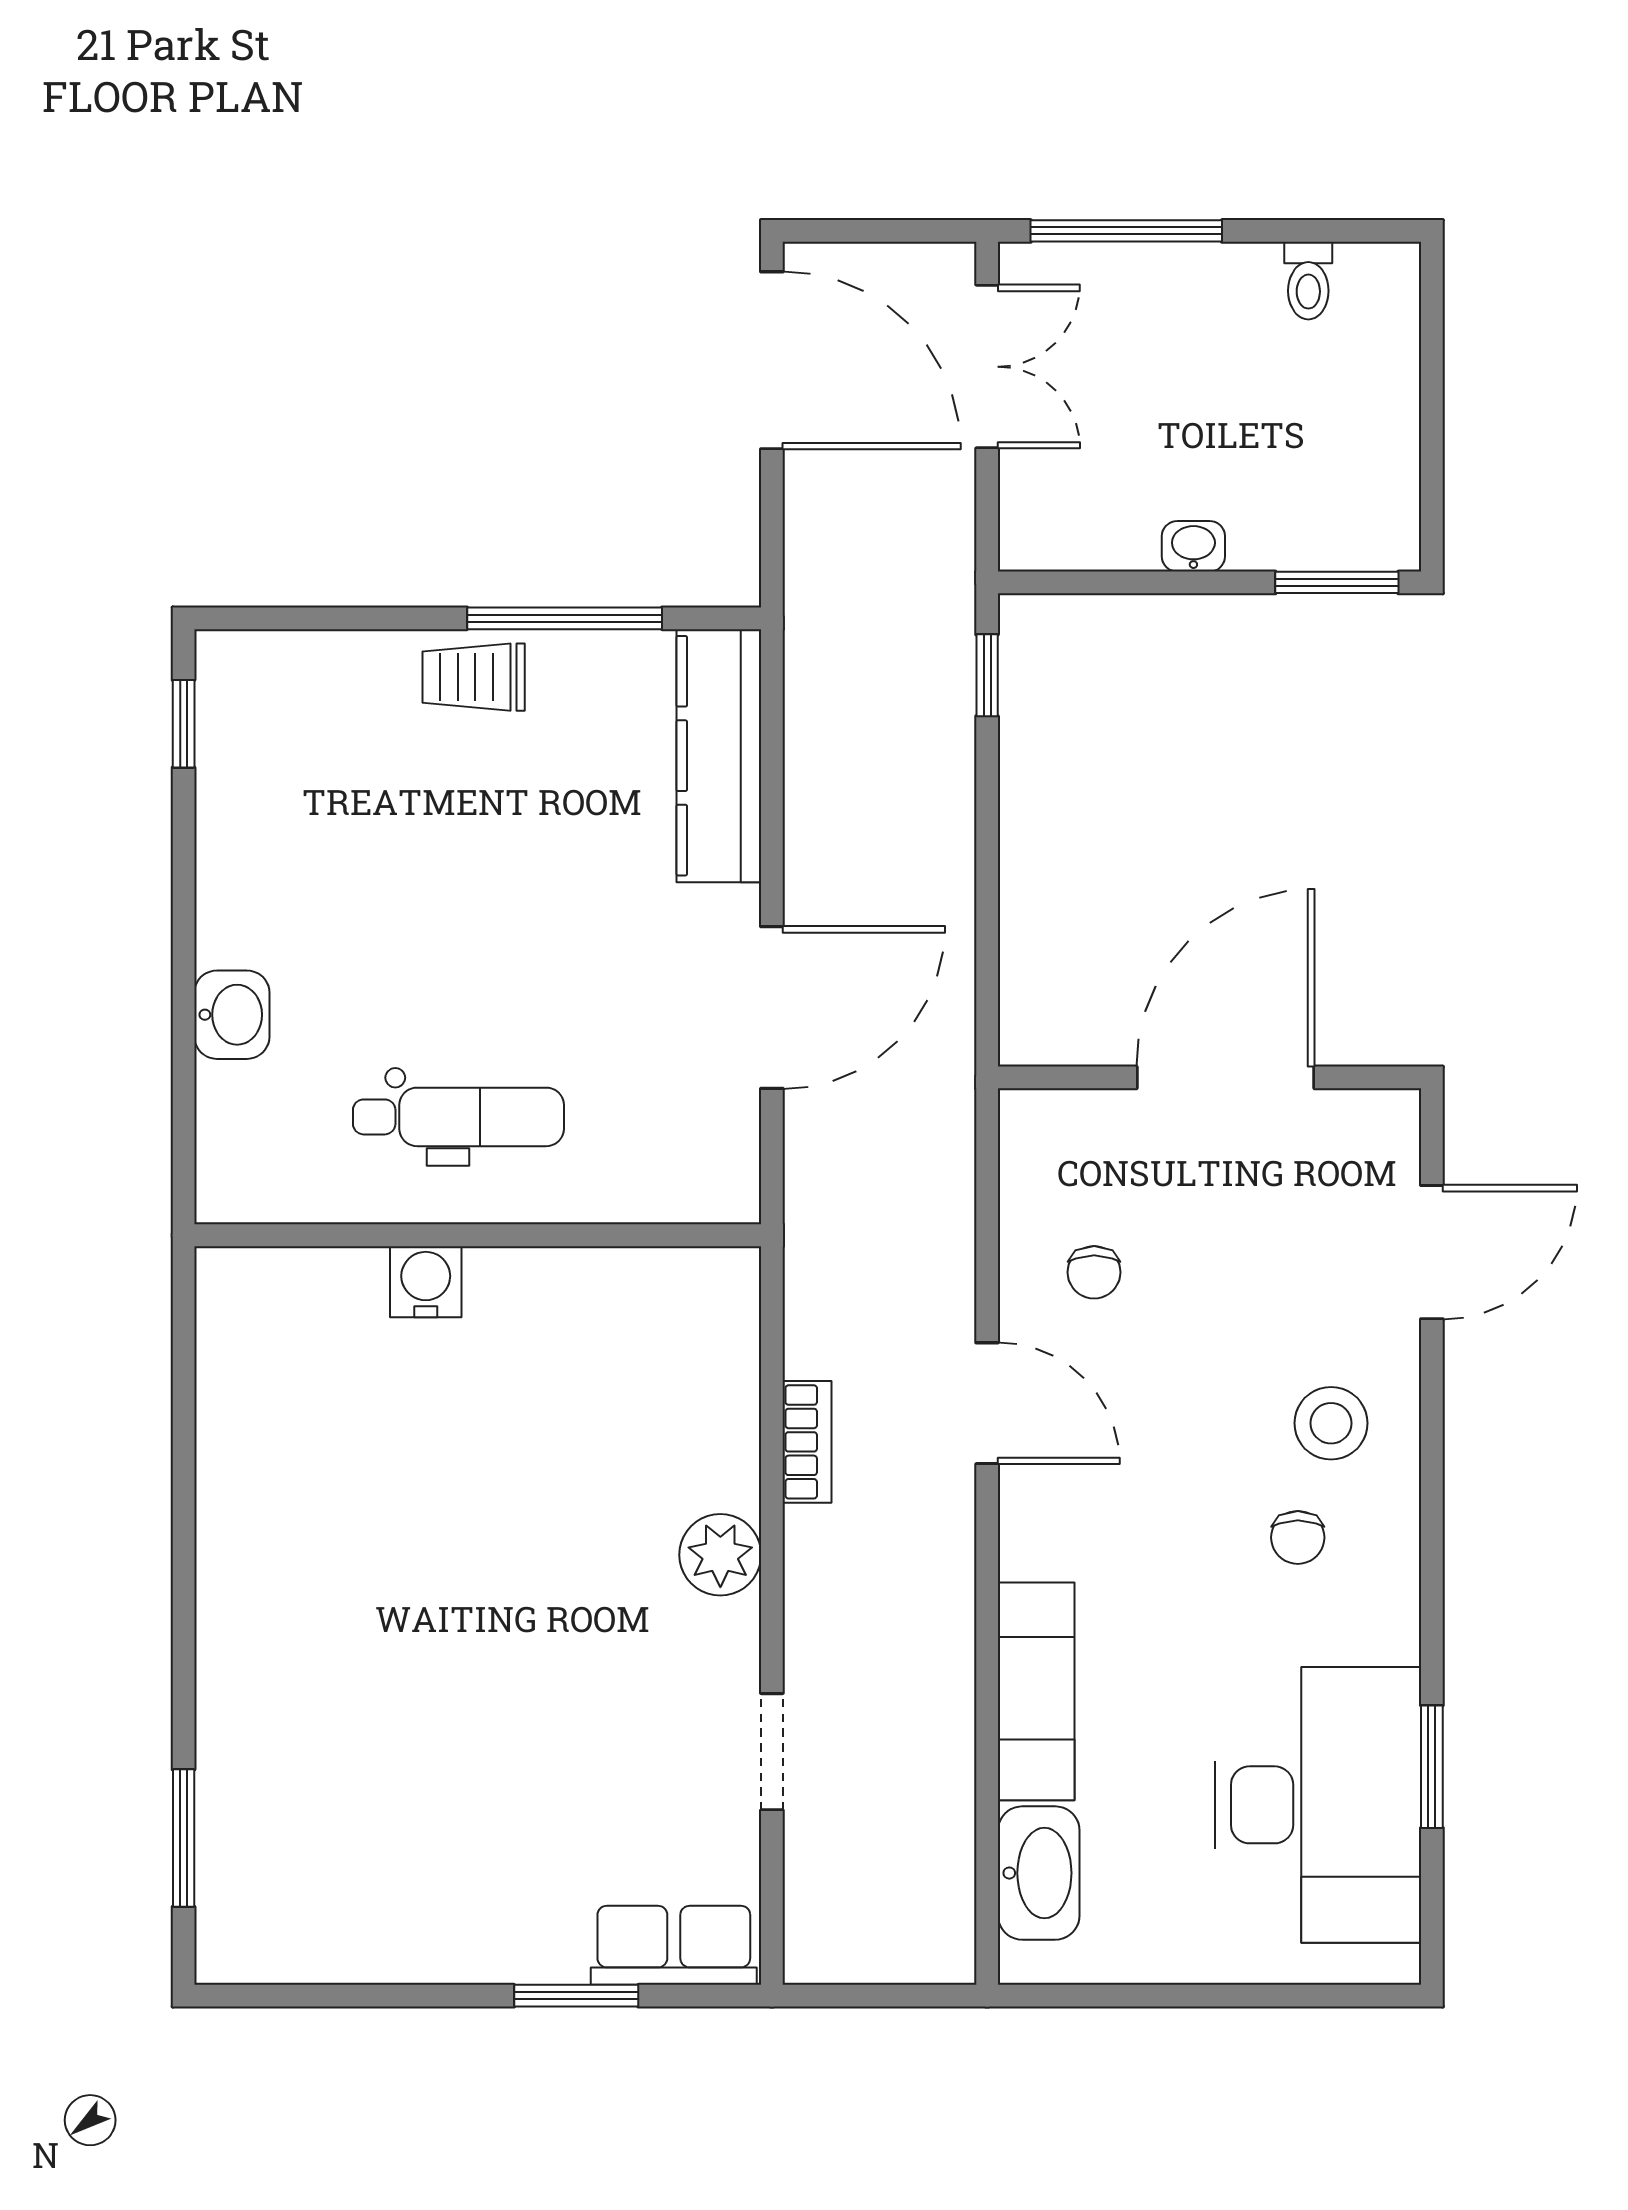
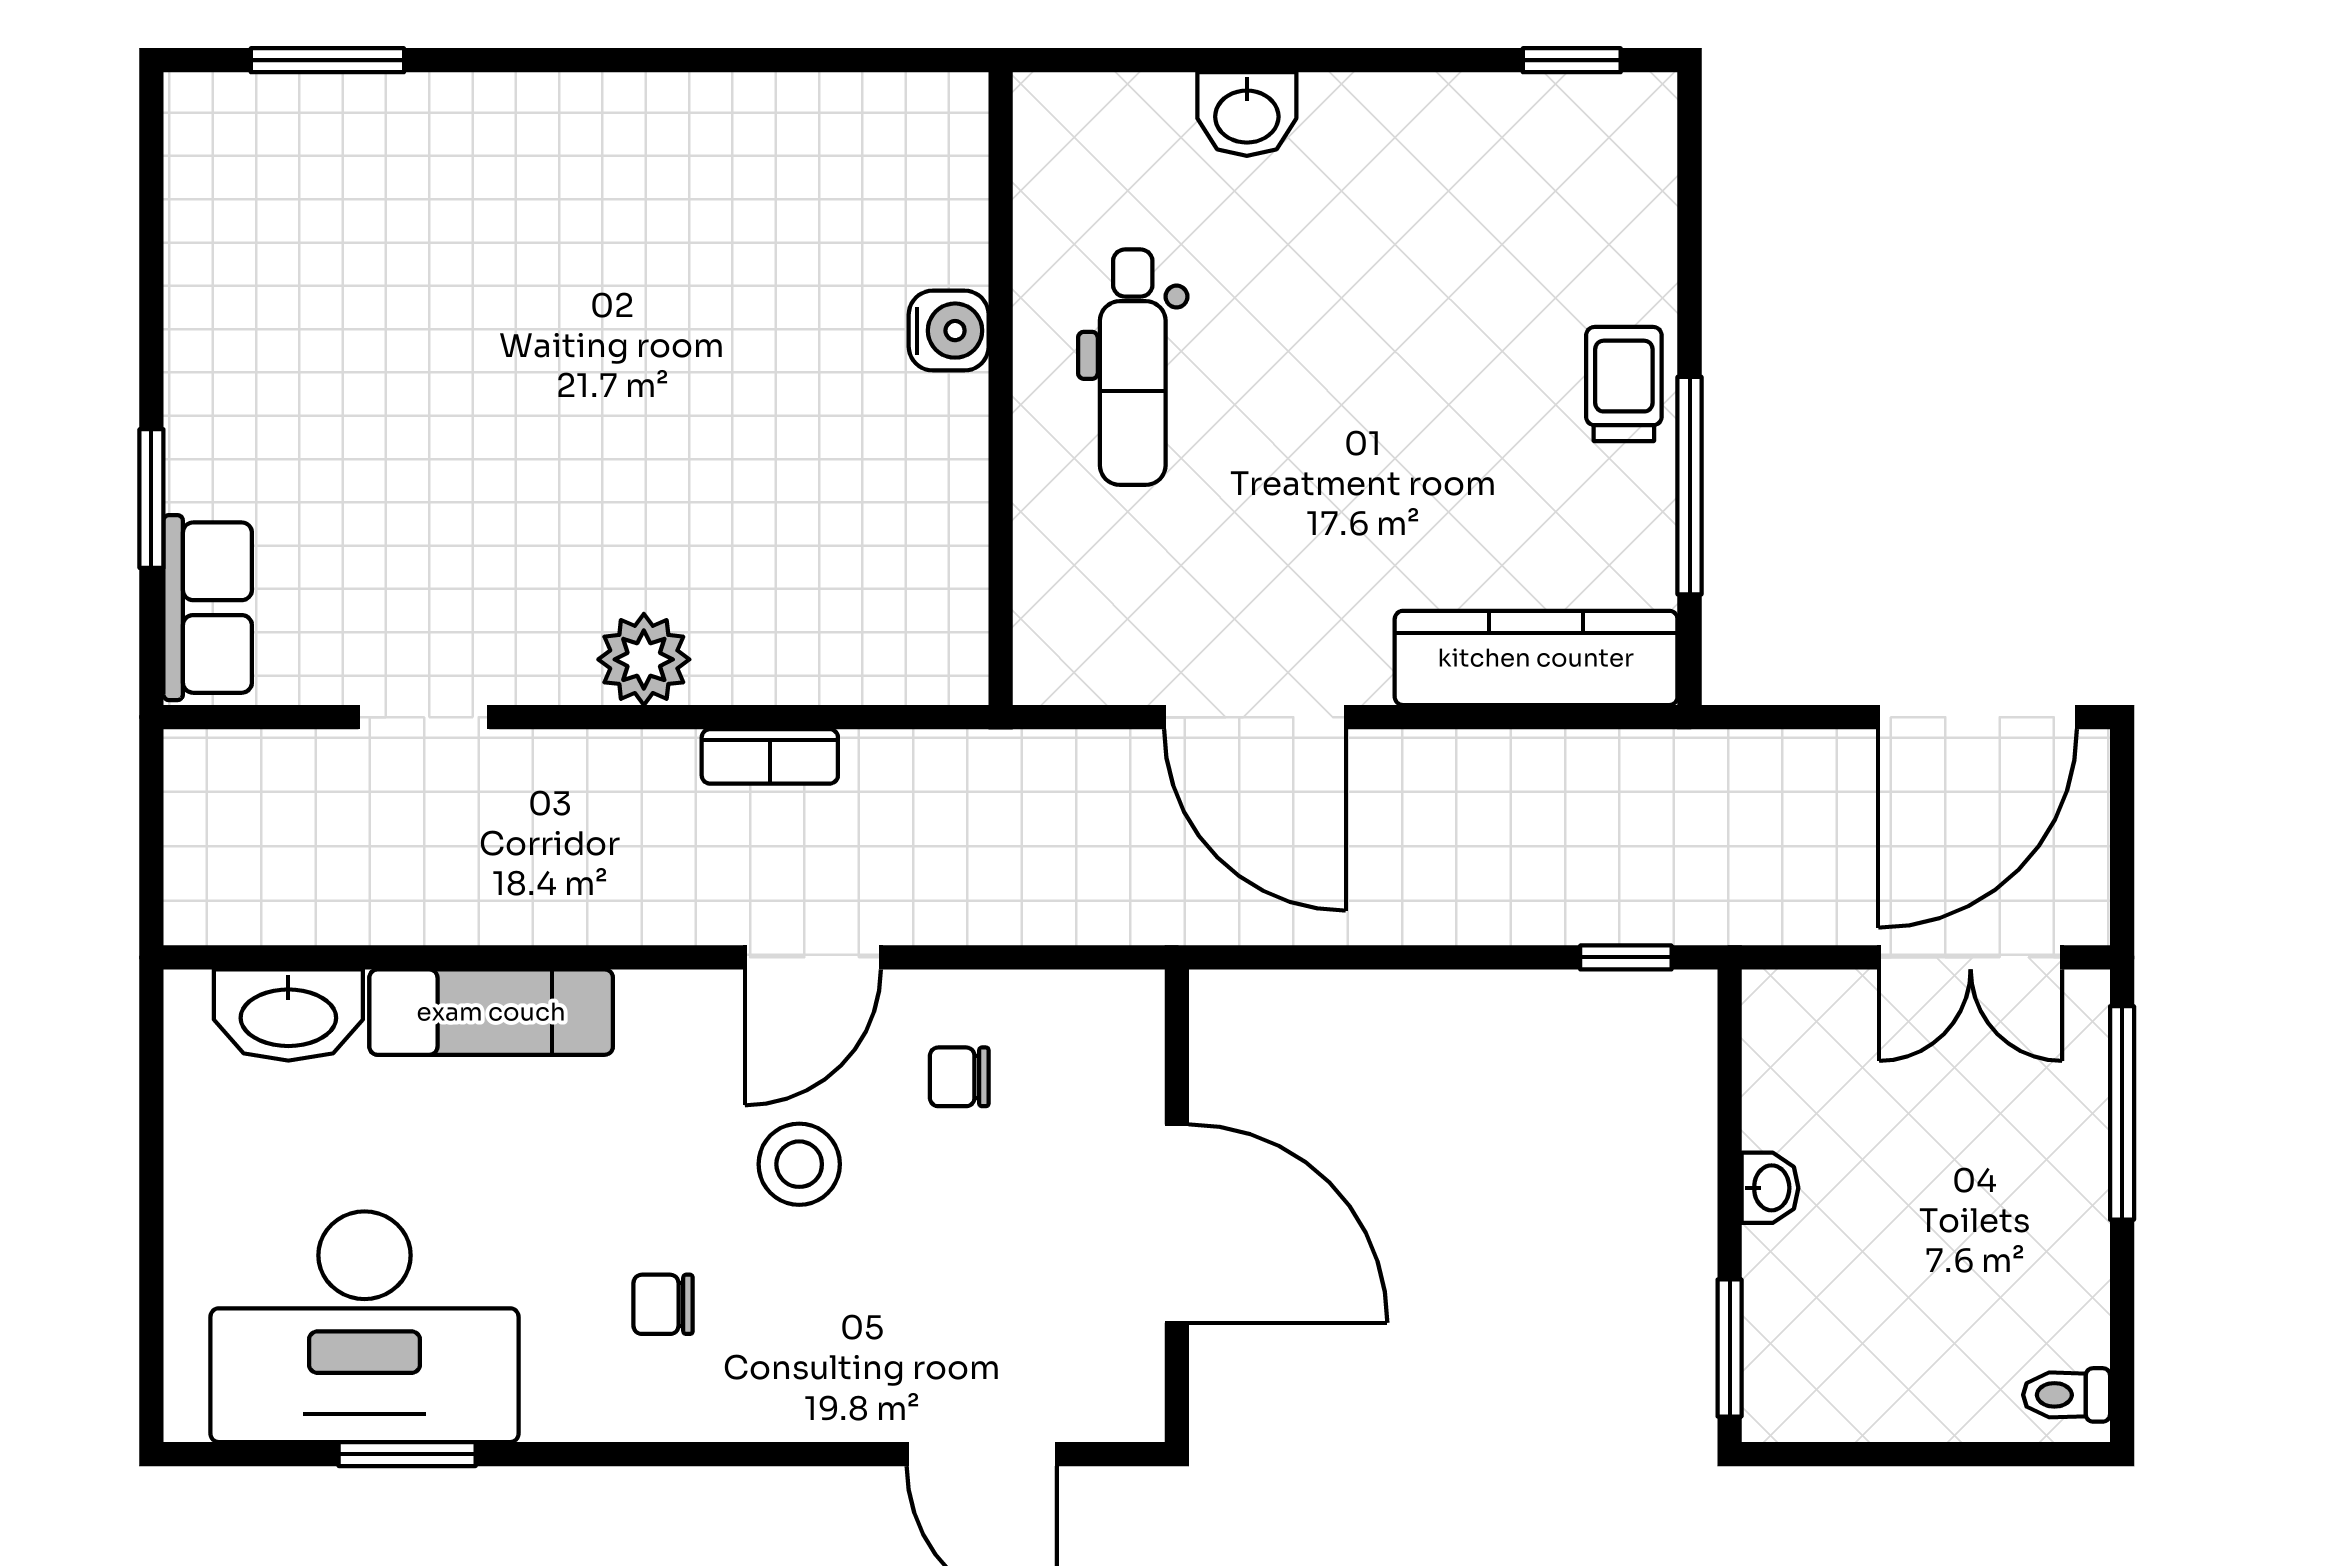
toilet: (1308, 281) -> (2067, 1395), moved
stool: (1331, 1423) -> (799, 1164), moved

